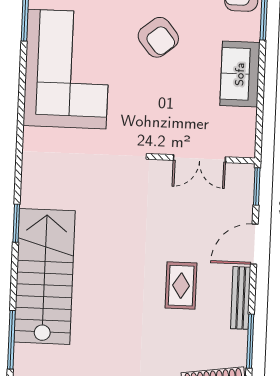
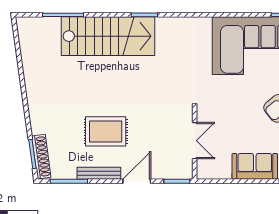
double door: (199, 159) -> (195, 141), swing flipped
door: (254, 244) -> (137, 181), hinge flipped
rug: (181, 286) -> (106, 131), width x1.36, depth x1.43

